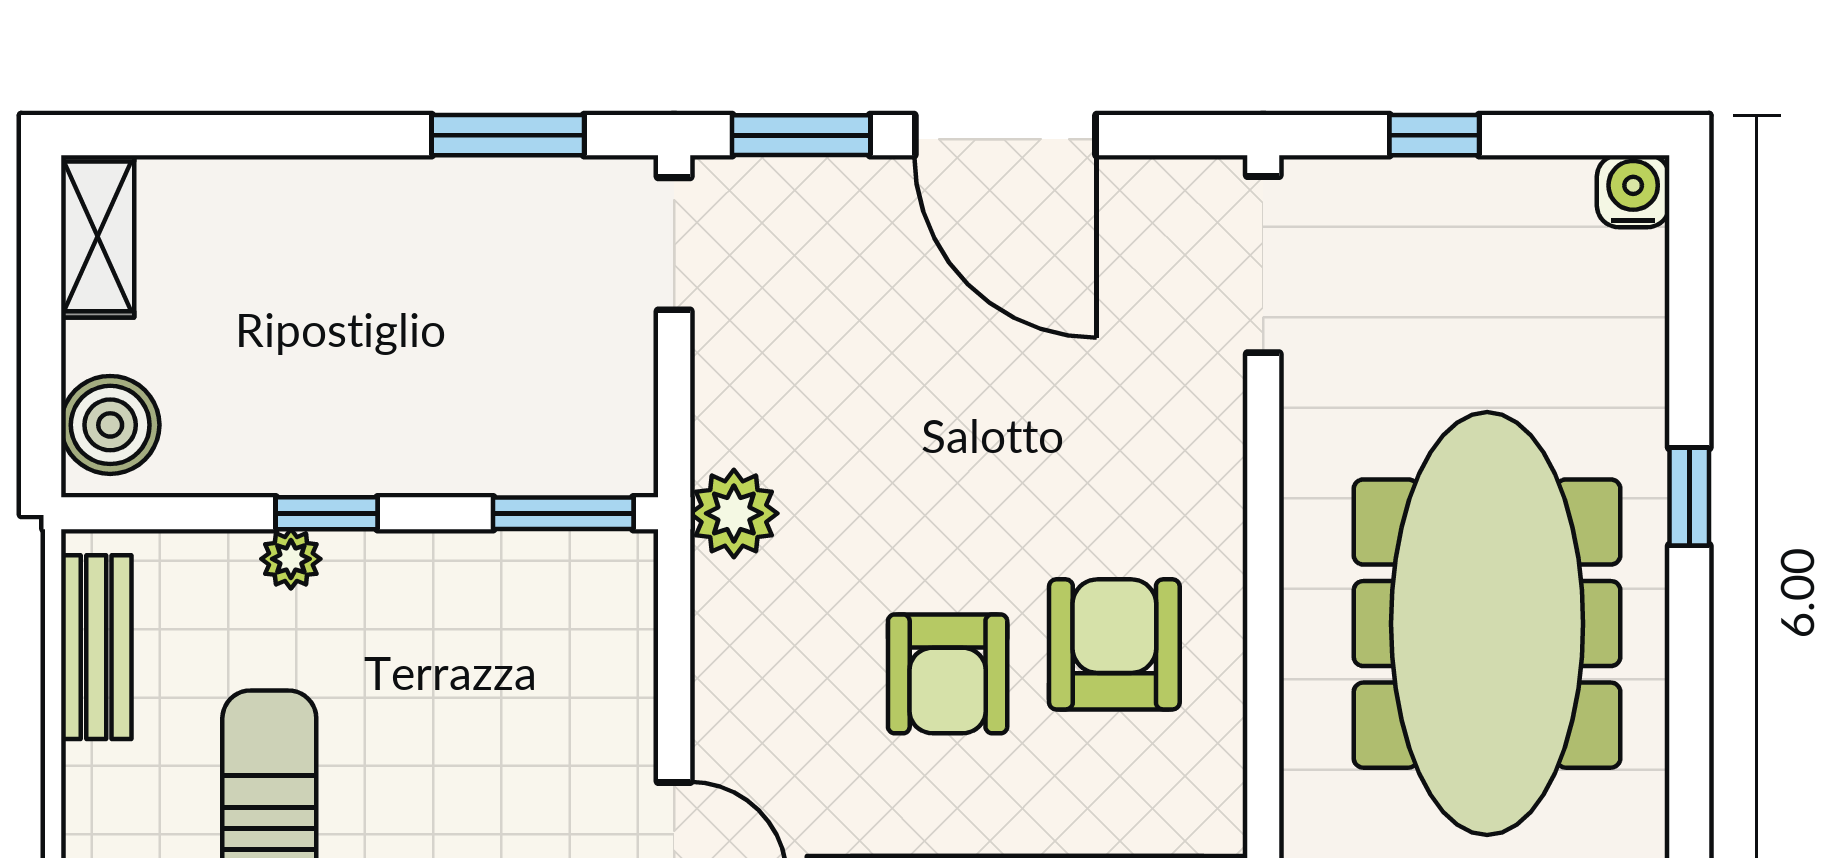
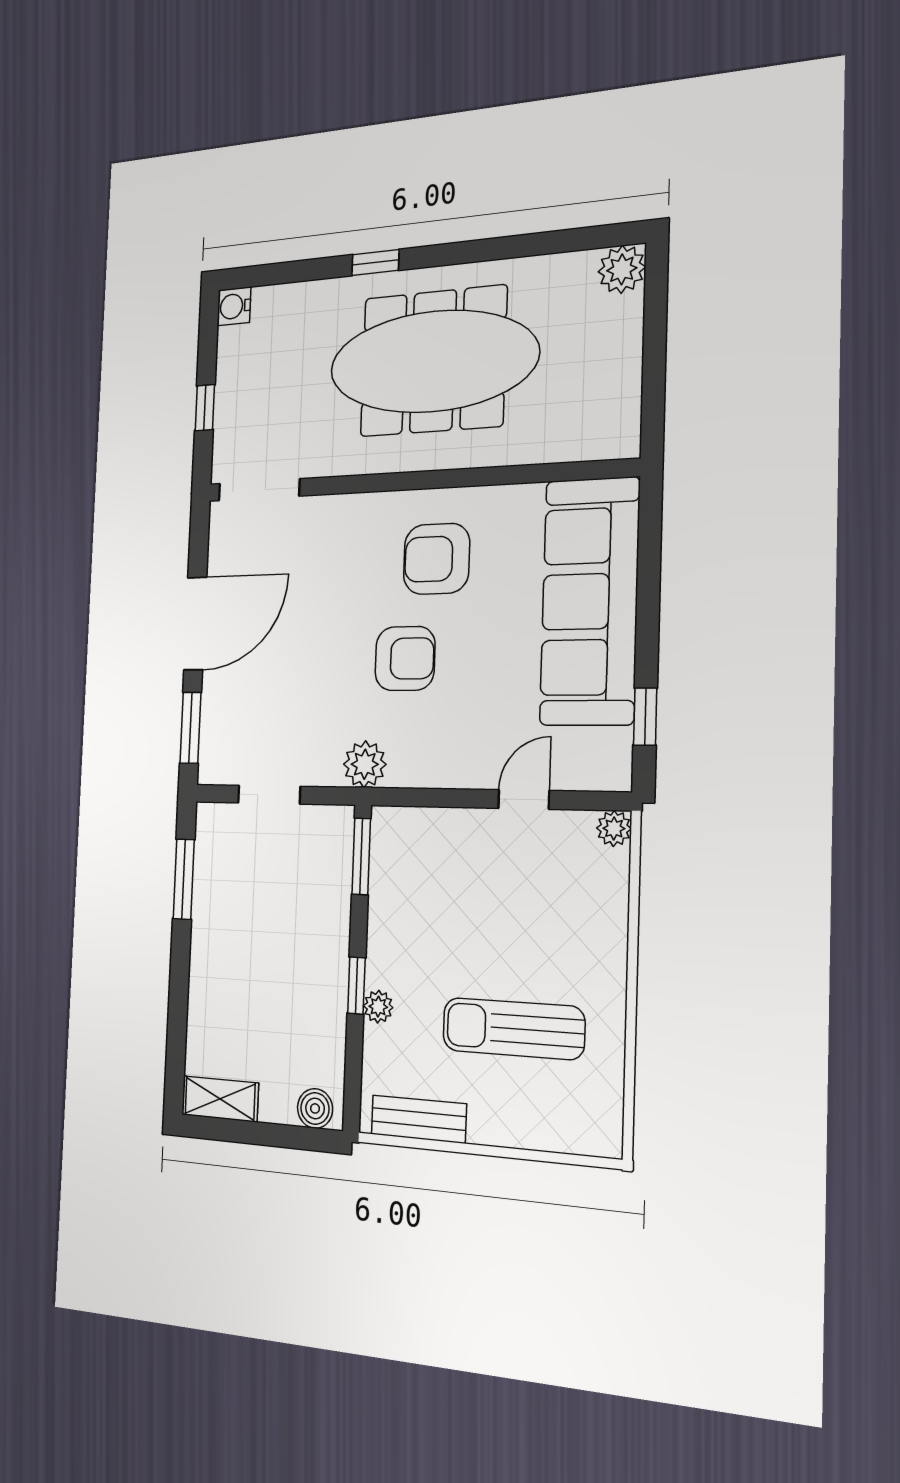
doorway: (674, 244) -> (269, 795), moved
boiler: (110, 425) -> (315, 1108), width x0.73, depth x0.73
armchair: (948, 674) -> (405, 658), moved

